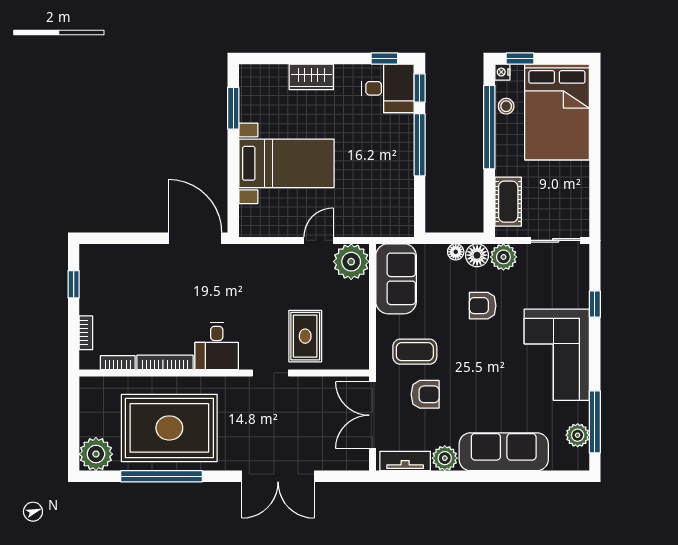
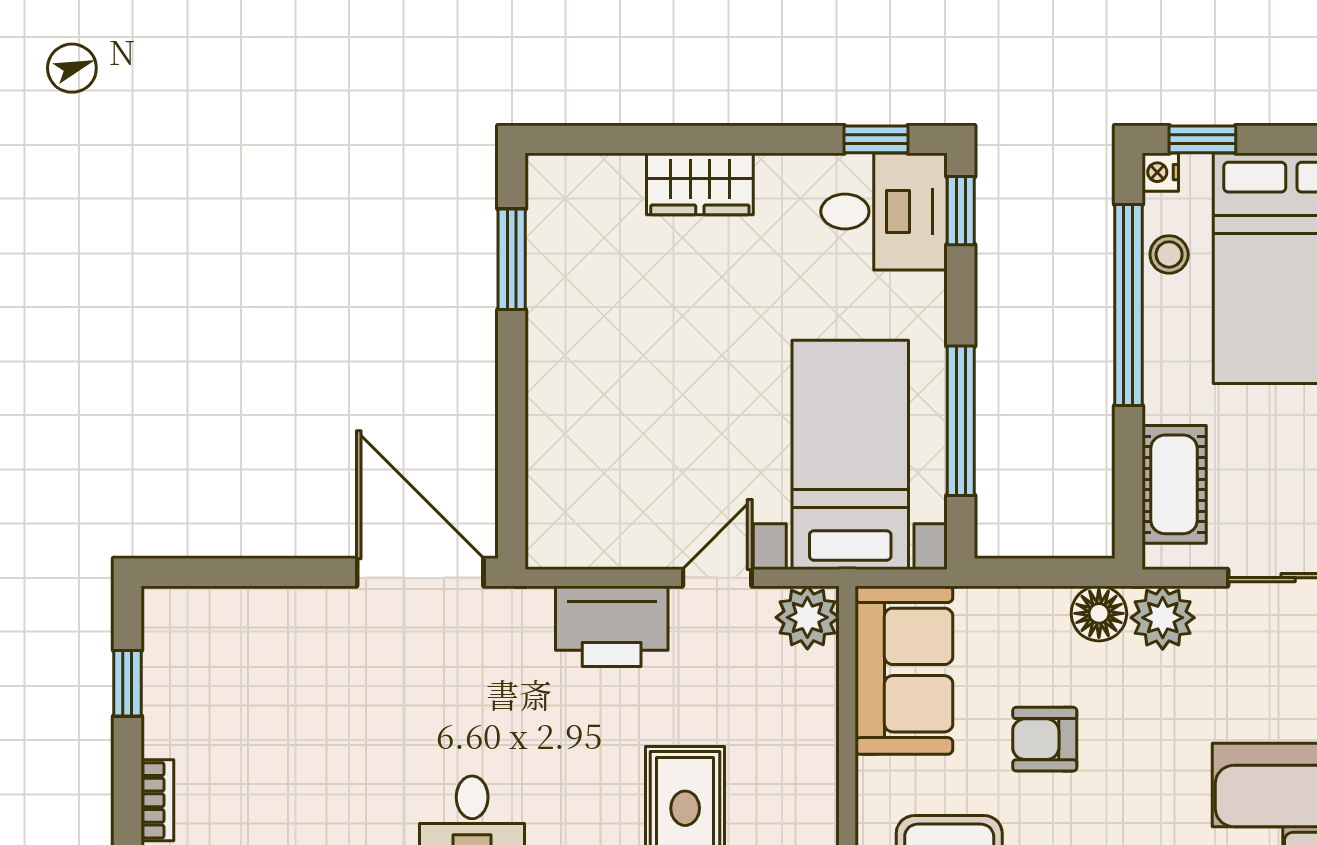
window: (420, 145) -> (961, 421), moved
bed with nightstands: (286, 163) -> (850, 455), moved, turned -90
floor lamp: (456, 252) -> (1048, 605), removed
printer: (275, 261) -> (612, 626), added
plant: (351, 262) -> (807, 617), width x0.73, depth x0.73
armchair: (483, 306) -> (1045, 739), moved

